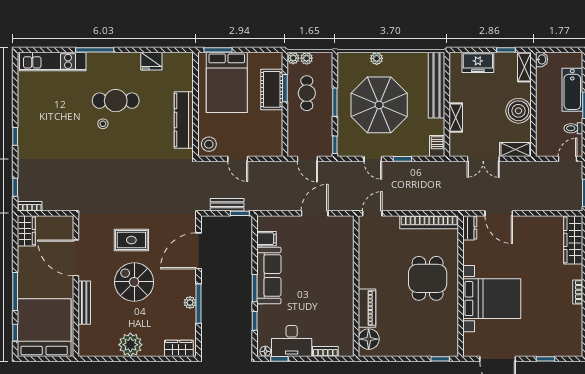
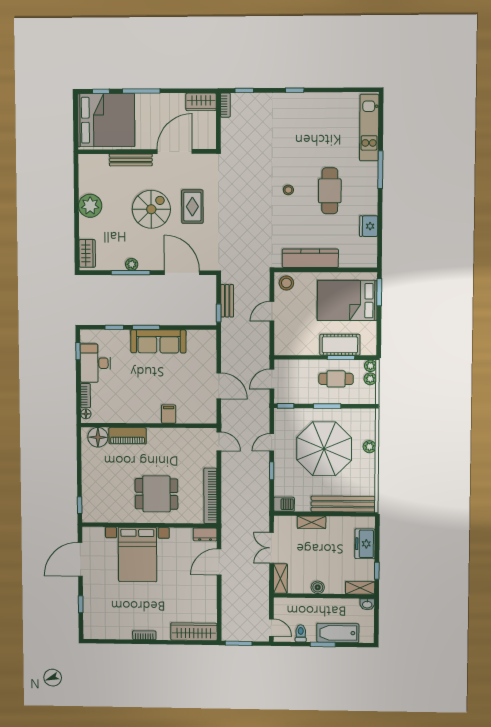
boiler: (518, 111) -> (318, 587), width x0.54, depth x0.54
stool: (103, 124) -> (288, 190), moved
filing cabinet: (267, 239) -> (169, 414), moved, turned 180
floor lamp: (265, 351) -> (86, 414), moved

